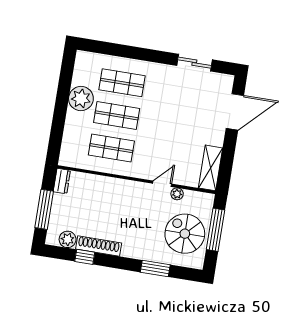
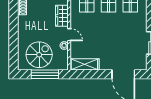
wardrobe: (132, 190) -> (62, 16), added
window: (155, 268) -> (13, 39), removed

